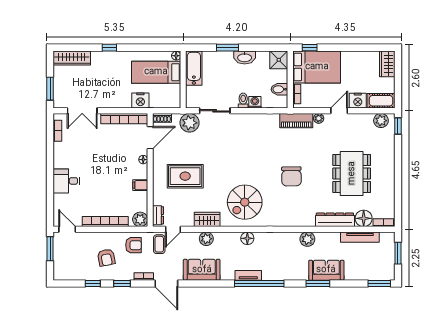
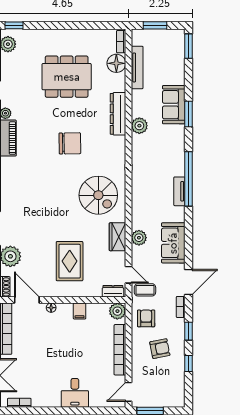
dresser: (335, 220) -> (118, 114), moved
floor lamp: (247, 238) -> (138, 192), removed

